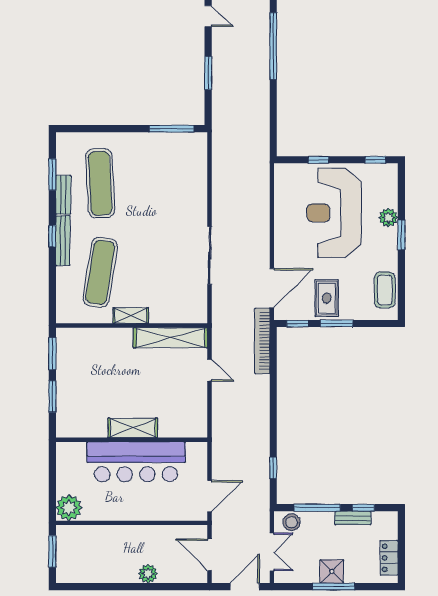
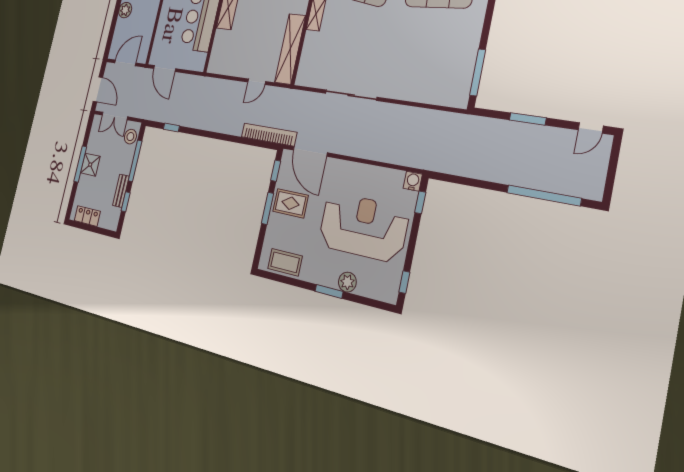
window: (319, 160) -> (420, 202), moved
water cooler: (282, 172) -> (413, 181), added

